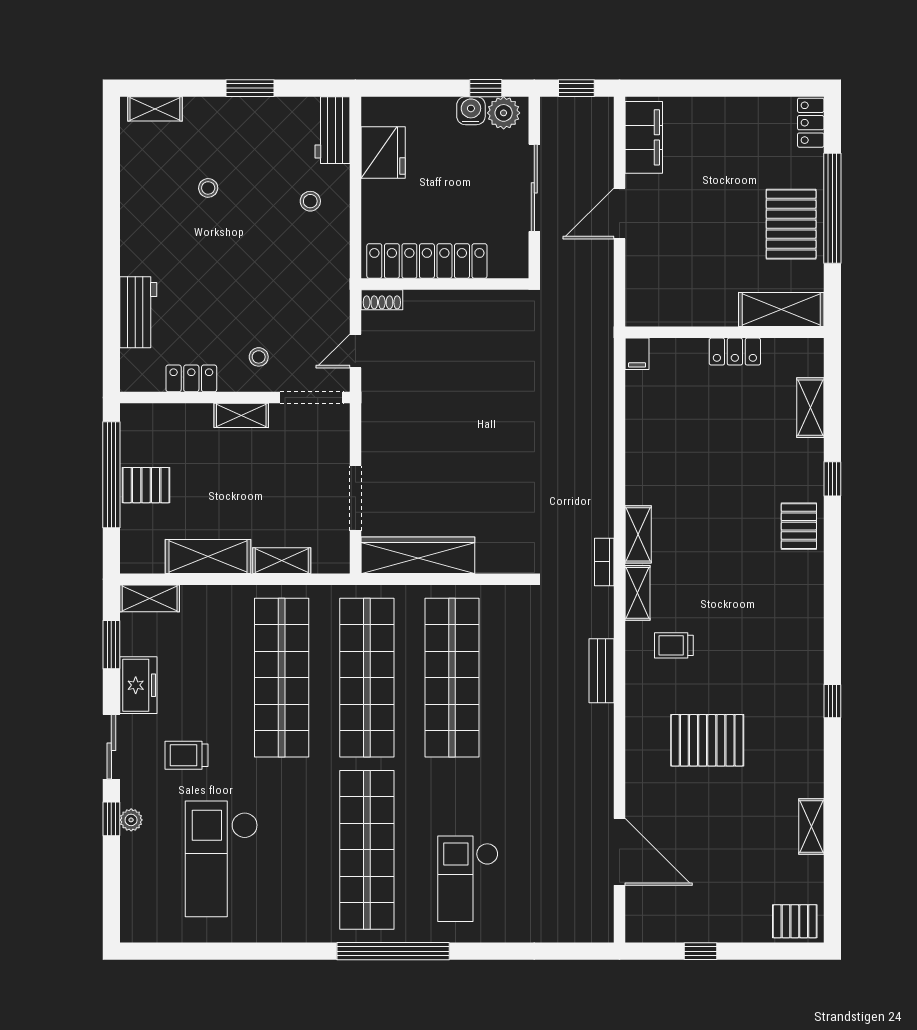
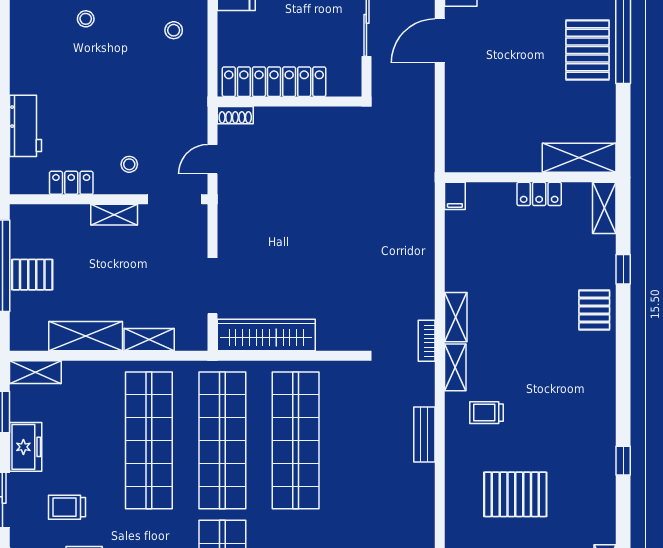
shelving: (781, 310) -> (579, 158), moved
wall: (725, 332) -> (530, 177), moved
locker: (735, 352) -> (539, 194), moved
filing cabinet: (637, 354) -> (455, 196), moved

